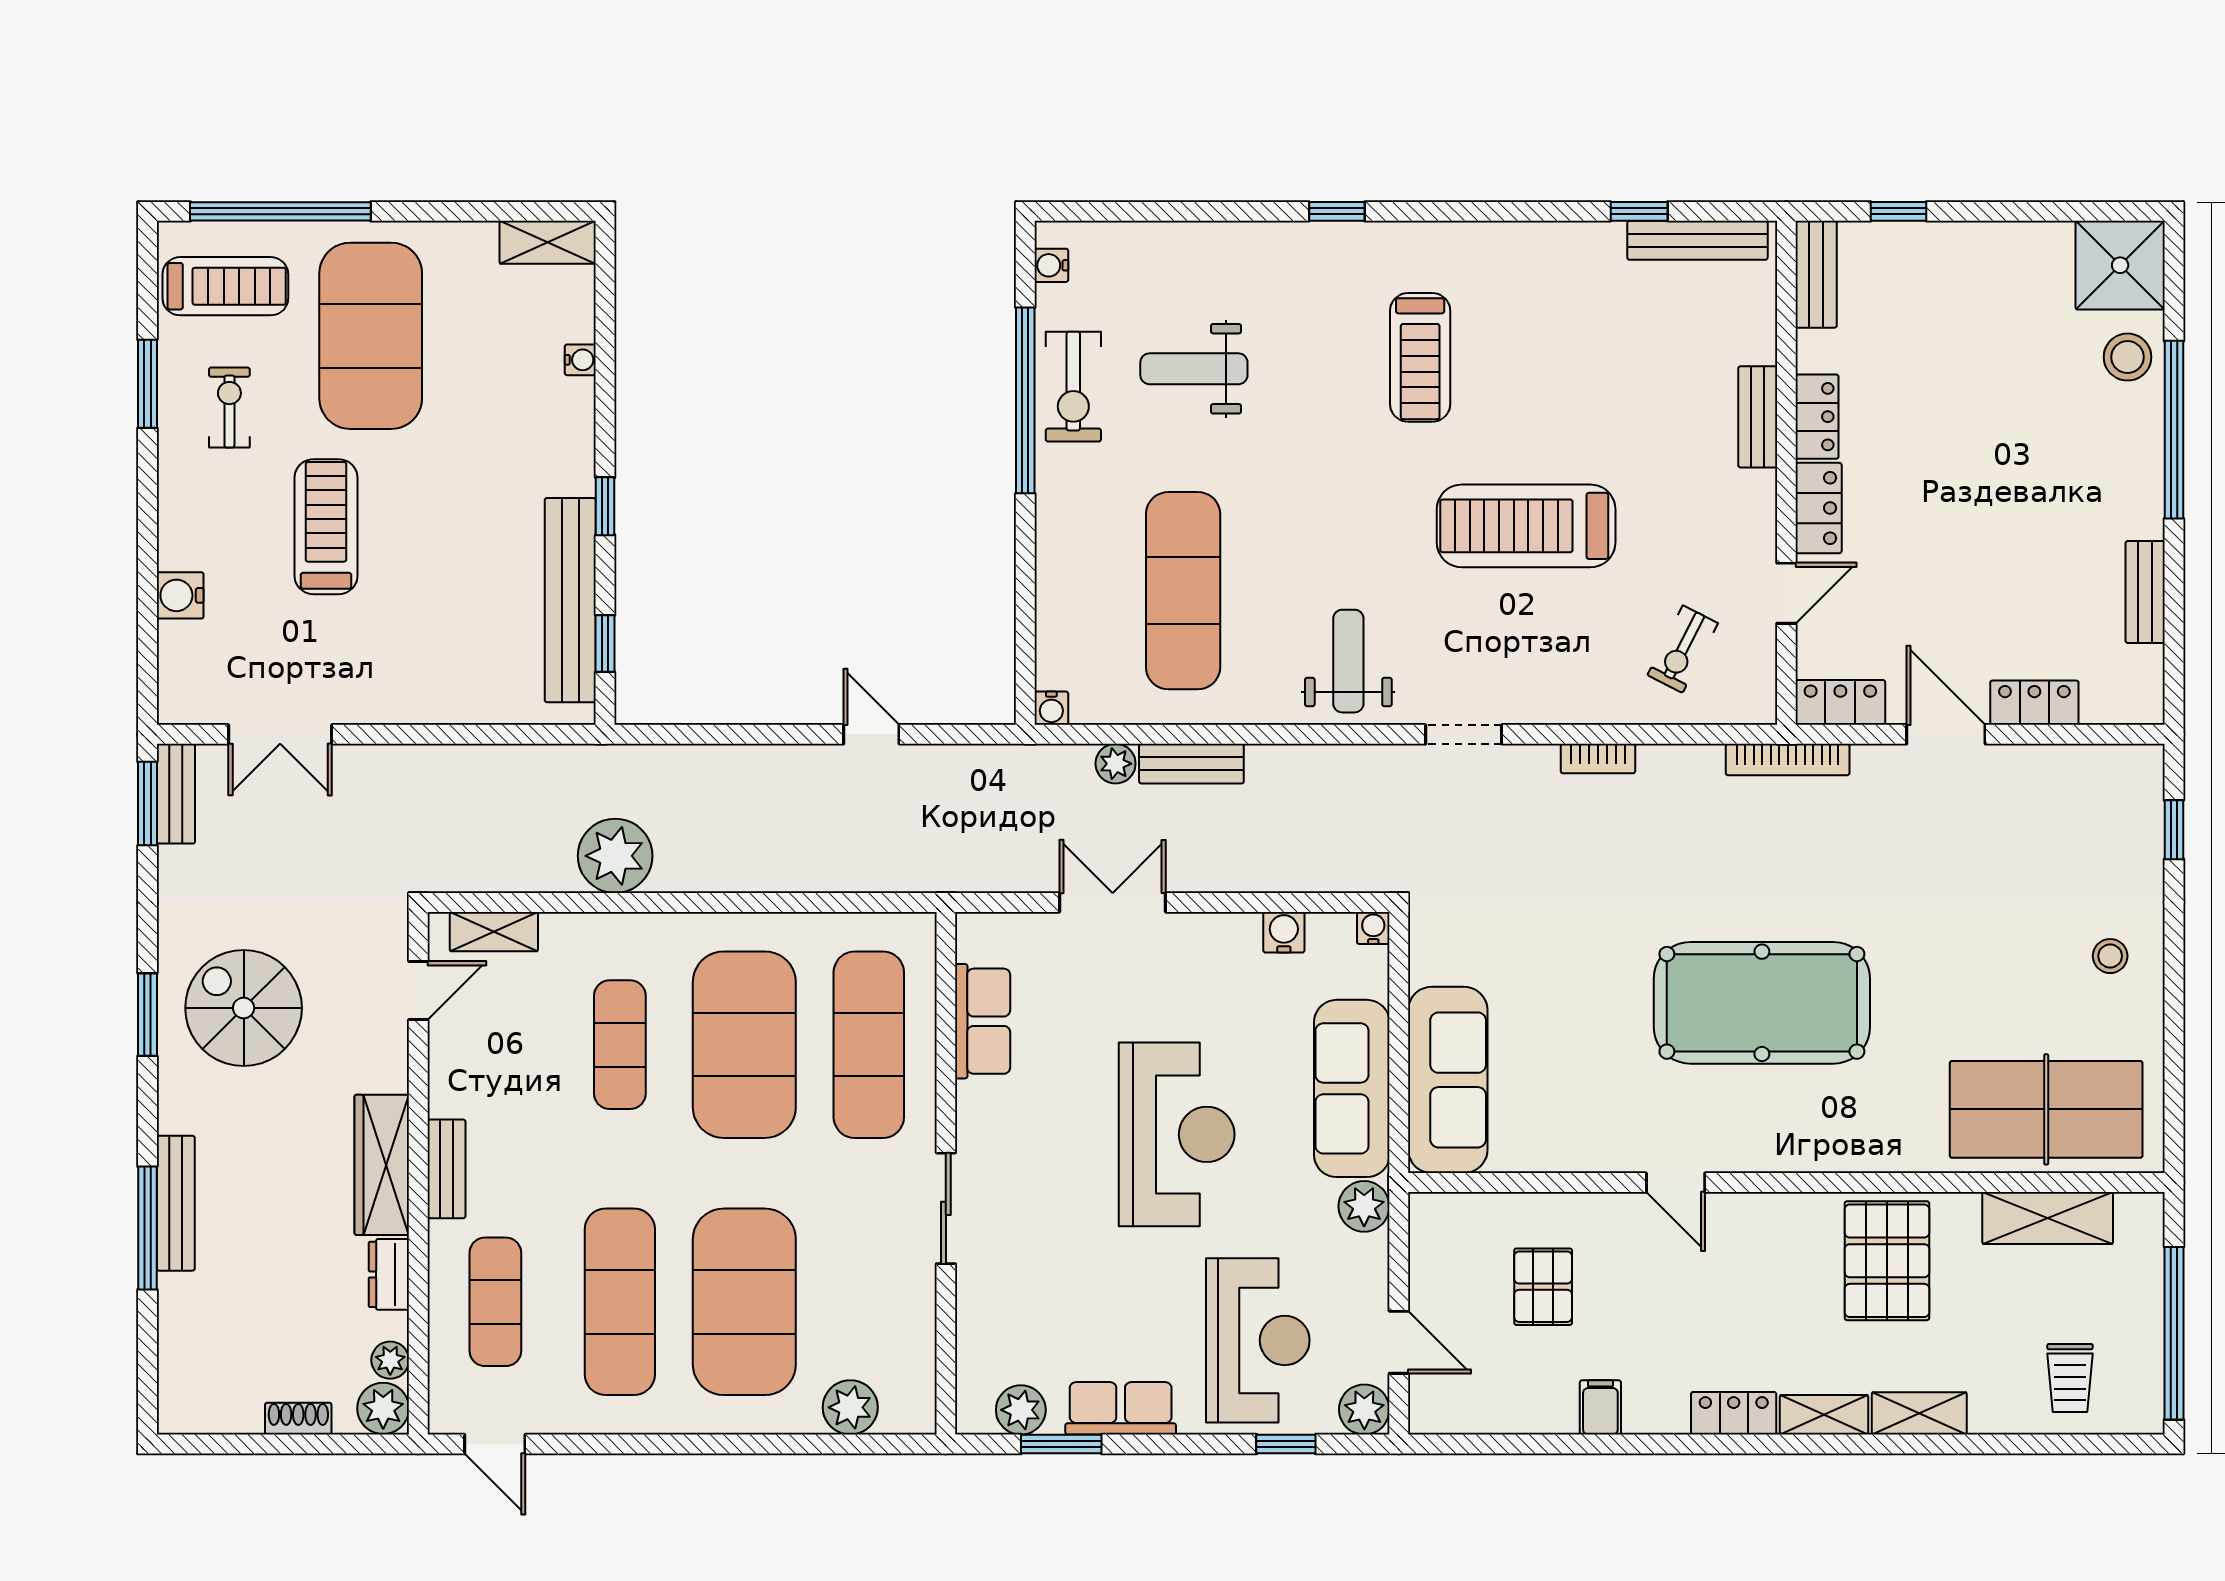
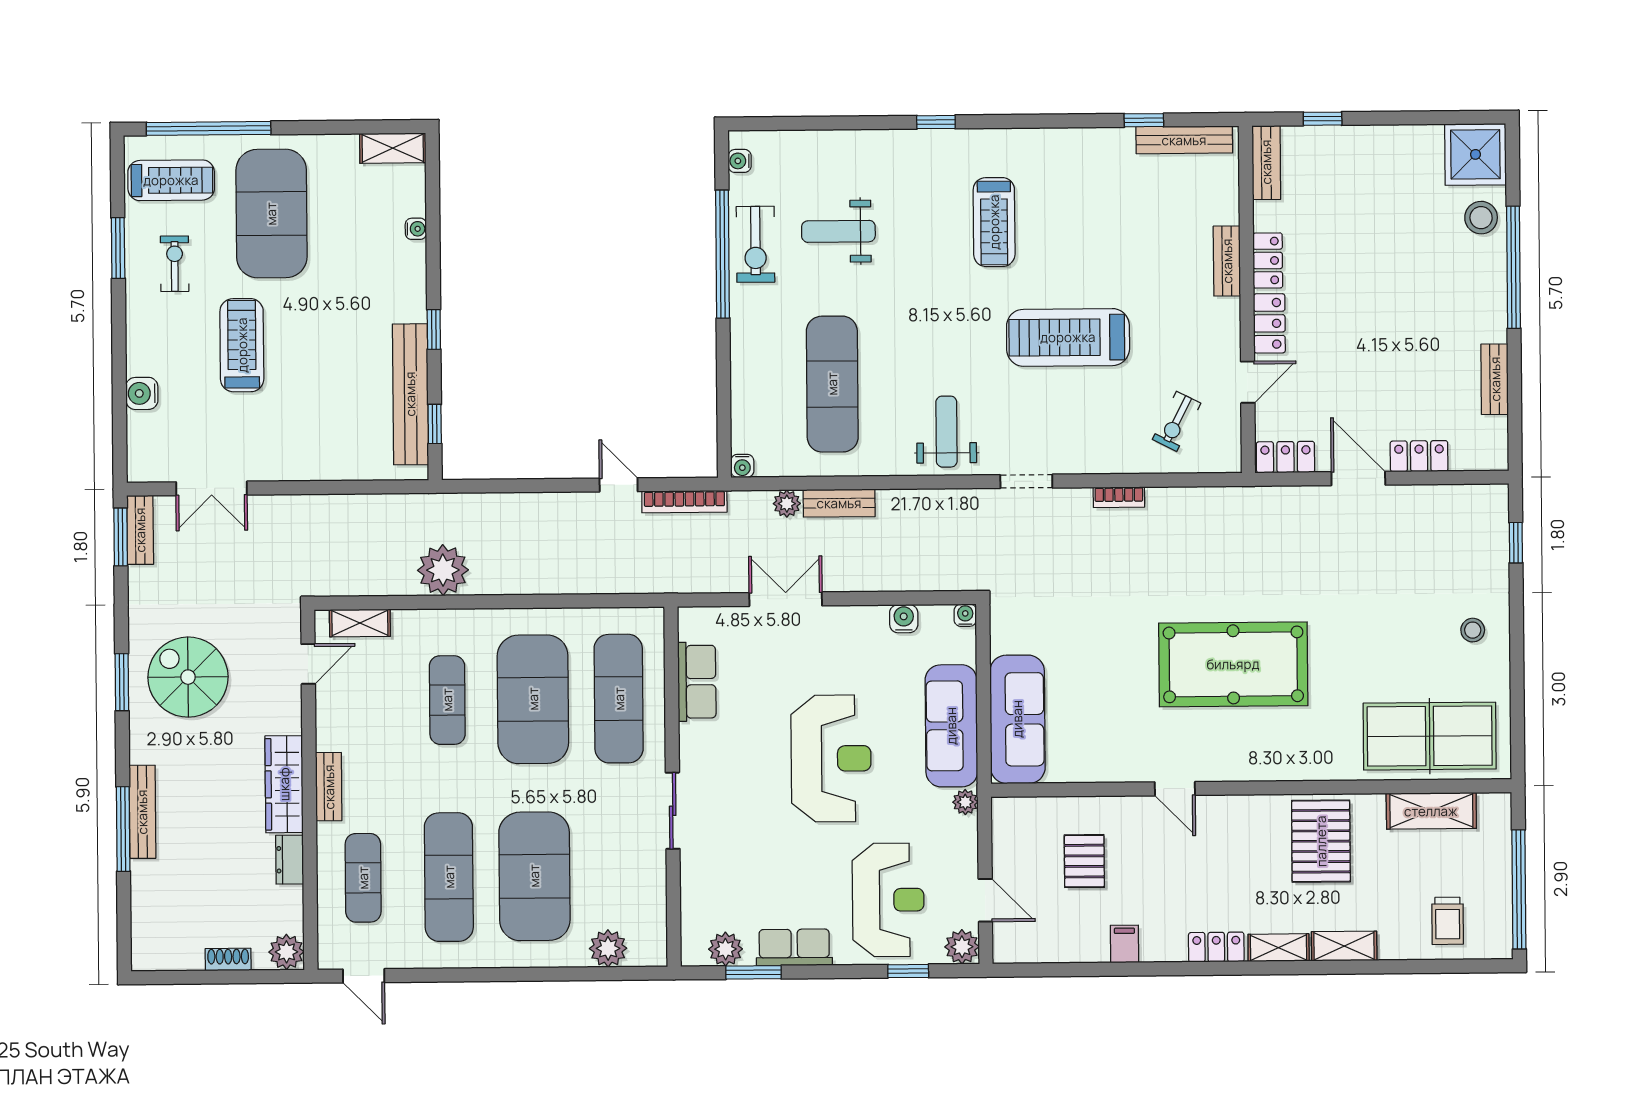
bookcase: (1788, 759) -> (684, 502), moved
plant: (1364, 1206) -> (965, 802), width x0.73, depth x0.73
plant: (390, 1360) -> (291, 919), removed

